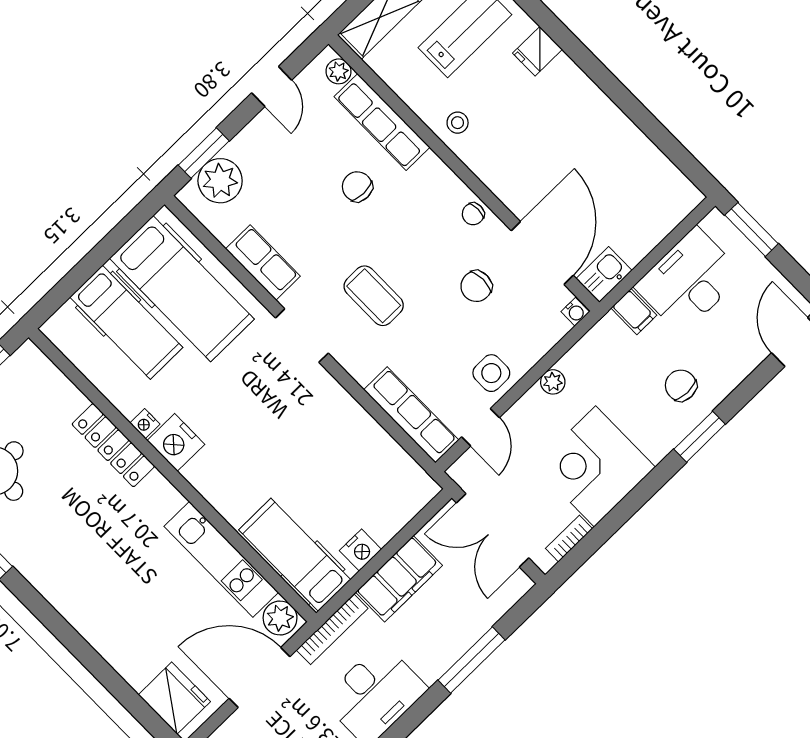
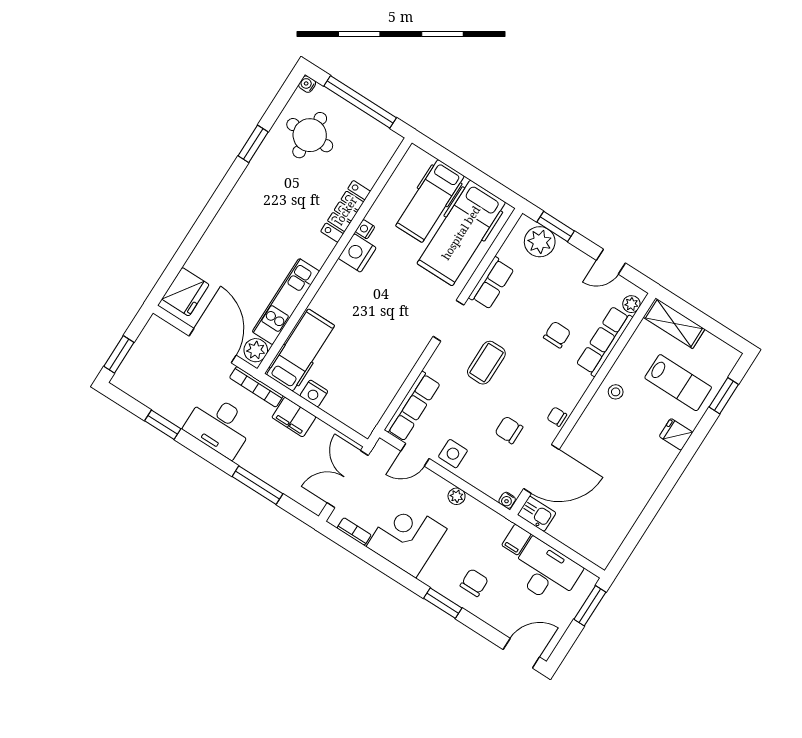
filing cabinet: (399, 579) -> (294, 417), width x0.67, depth x0.86

